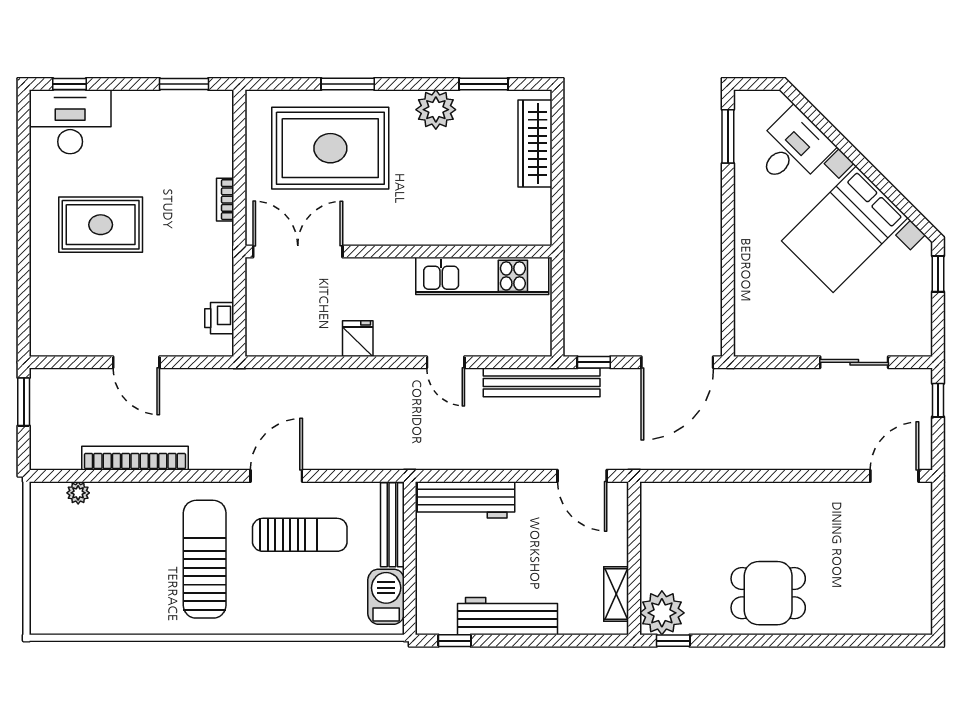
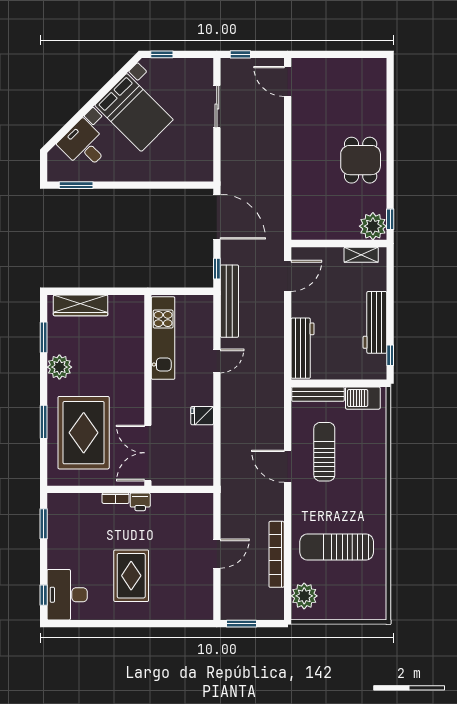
printer: (219, 318) -> (140, 502), moved
plant: (78, 493) -> (304, 596), width x1.88, depth x1.88
sun lounger: (205, 559) -> (337, 547), moved

